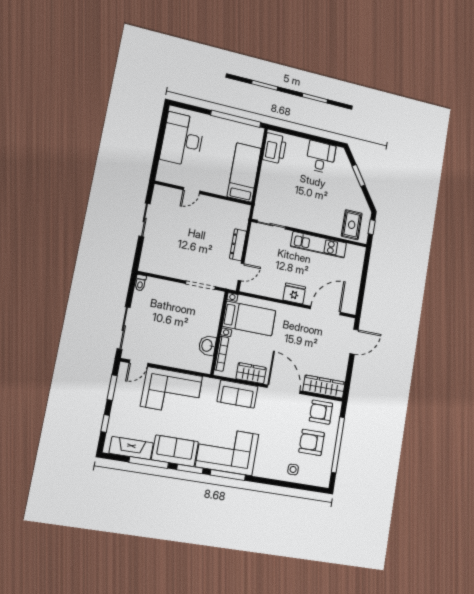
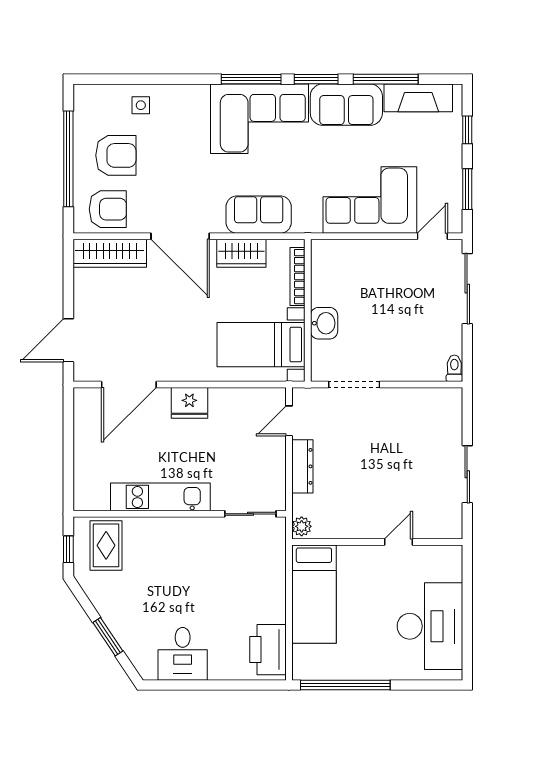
plant: (244, 211) -> (302, 526), added
washbasin: (207, 345) -> (324, 323), moved

